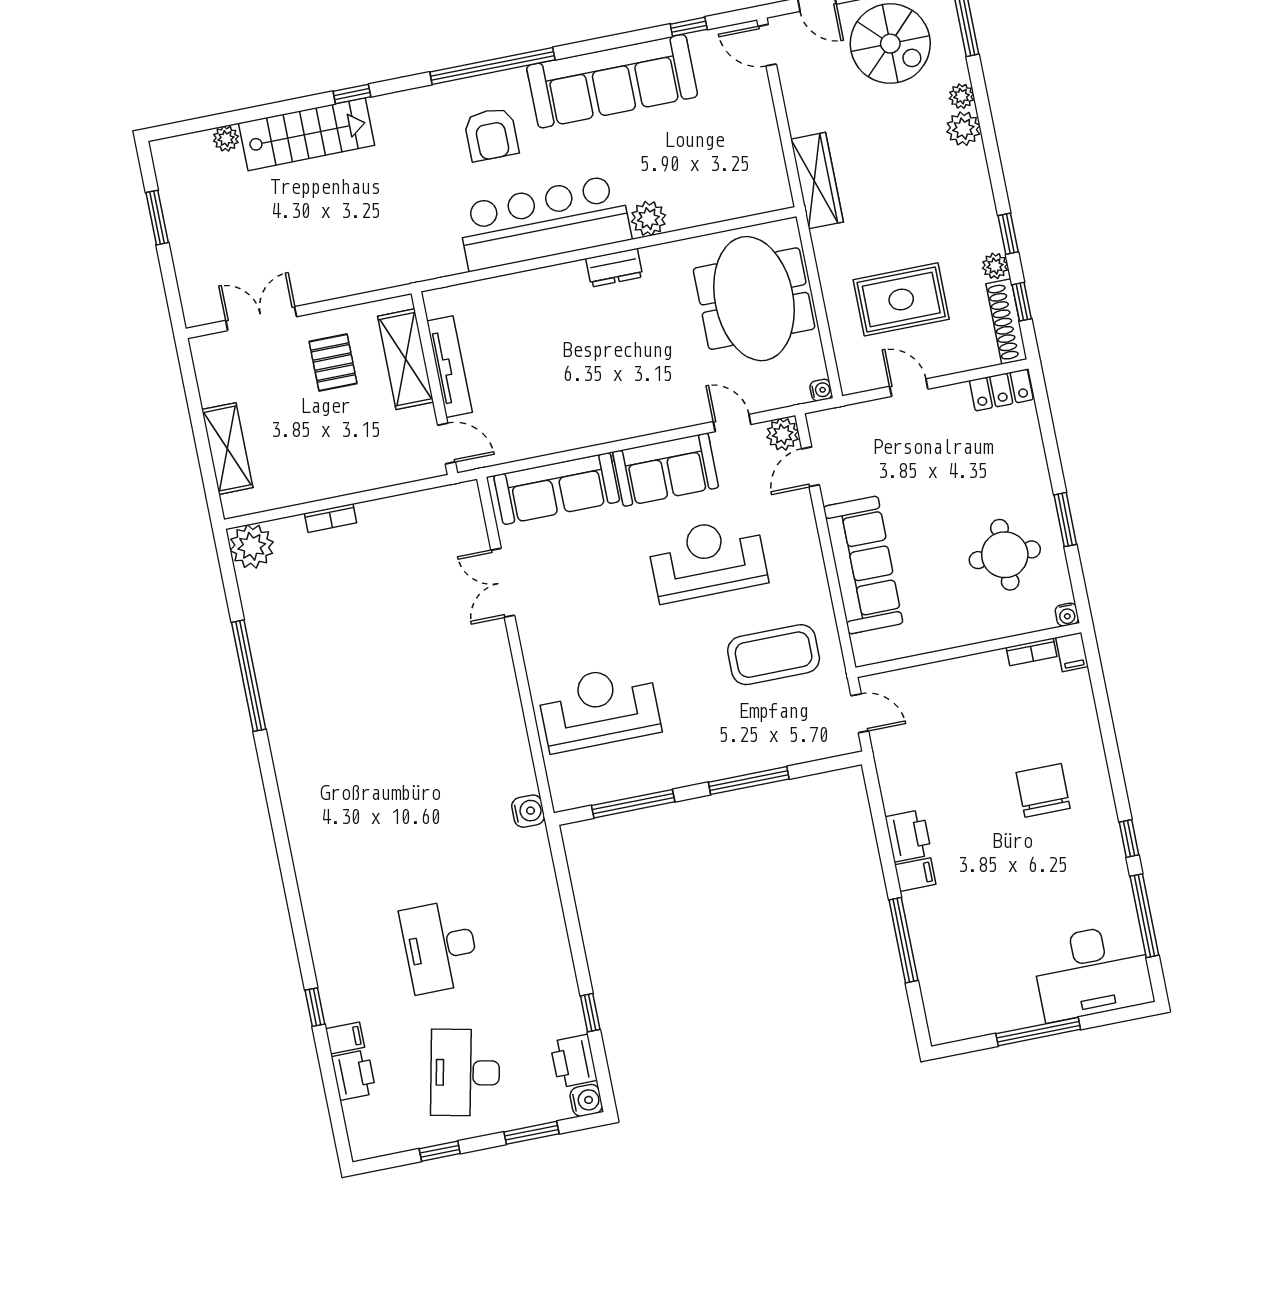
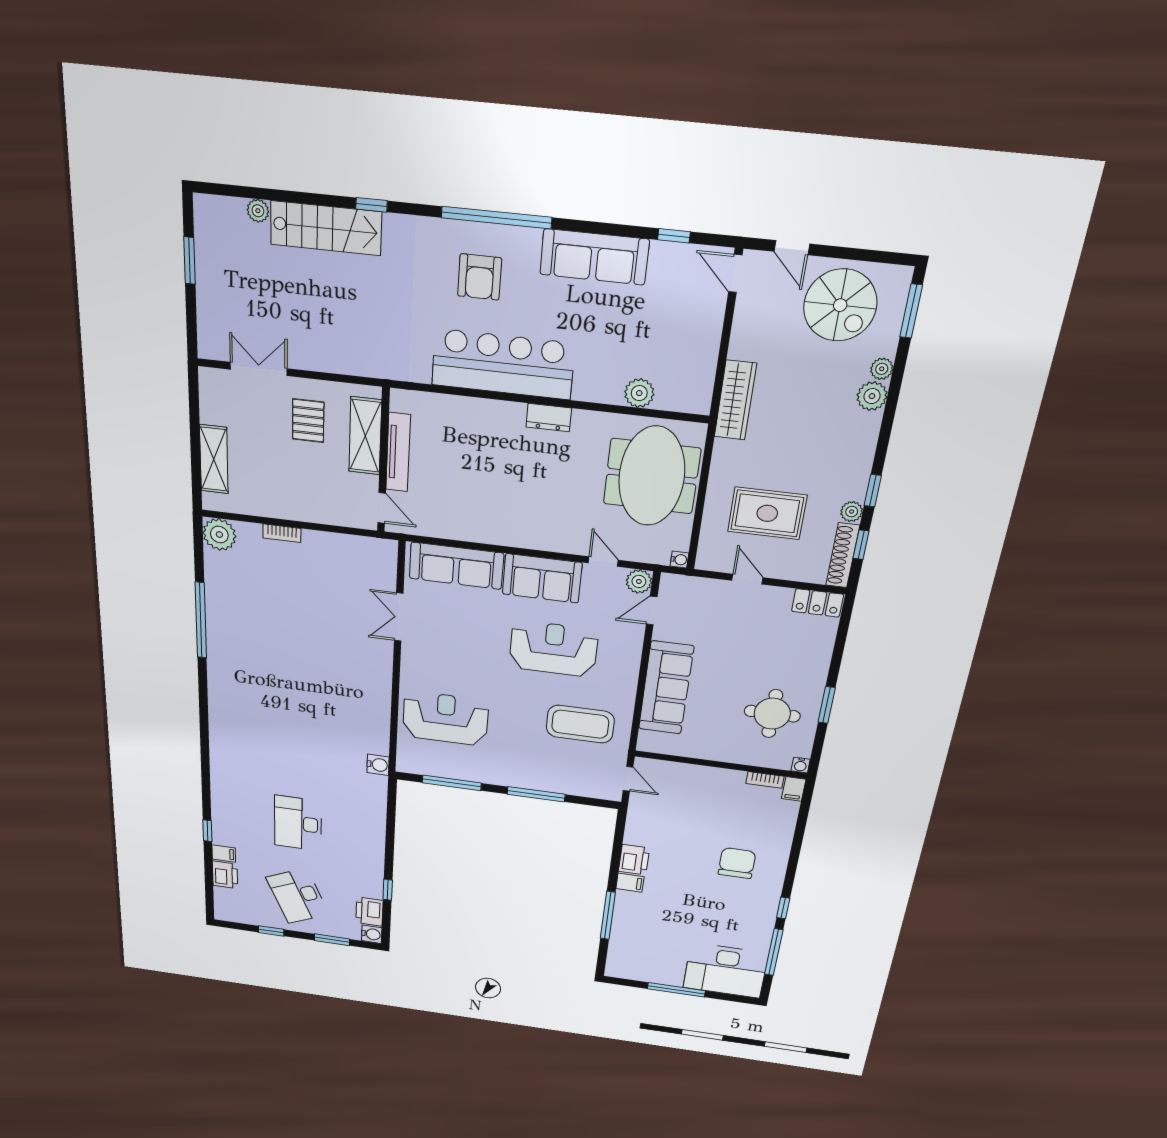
sofa: (612, 81) -> (594, 257), width x0.74, depth x0.79
plant: (648, 219) -> (639, 393), moved
desk: (465, 1073) -> (297, 896), turned -36

